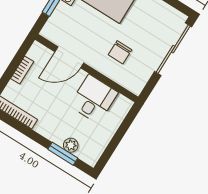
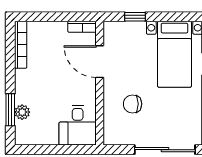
bookcase: (22, 70) -> (82, 27), moved
desk: (94, 99) -> (78, 125), moved, turned 90

